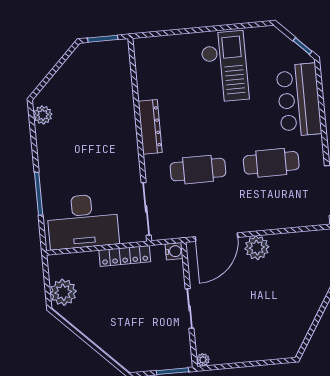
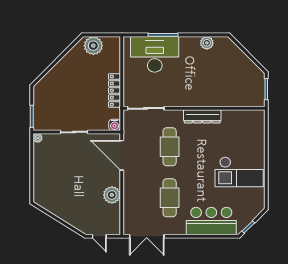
plant: (43, 115) -> (207, 43), moved
desk: (83, 221) -> (155, 54), moved, turned 90
plant: (257, 248) -> (112, 195), moved

